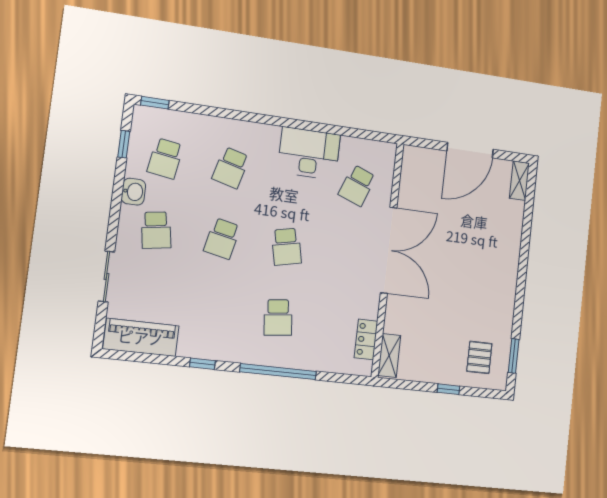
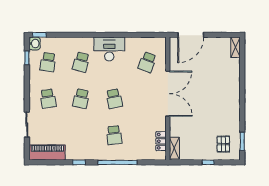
door: (470, 150) -> (191, 35), moved
desk: (309, 153) -> (109, 49), moved
washbasin: (133, 192) -> (35, 44), moved

